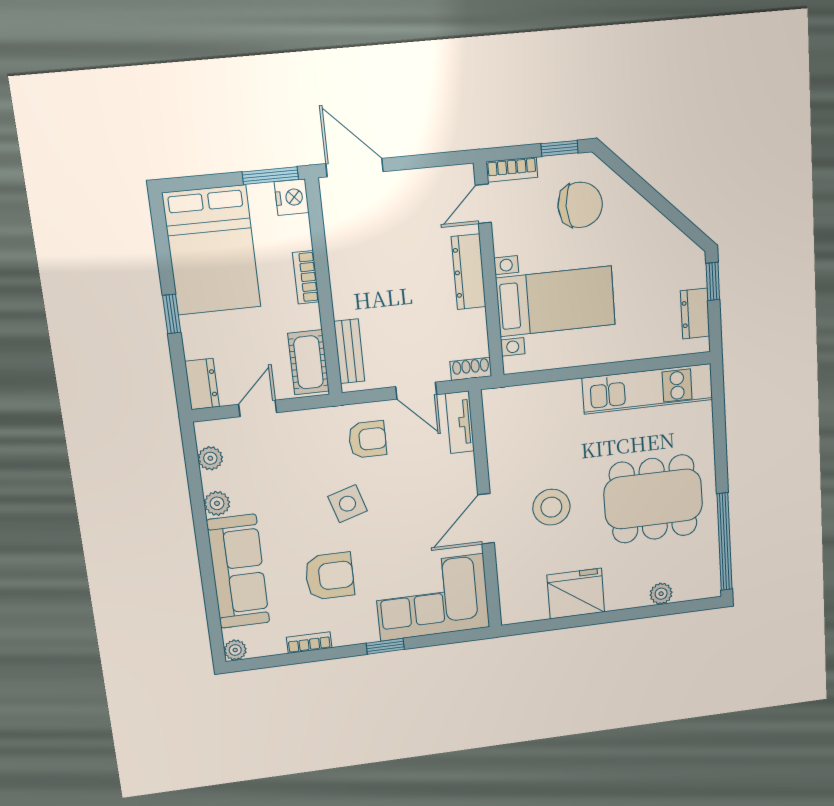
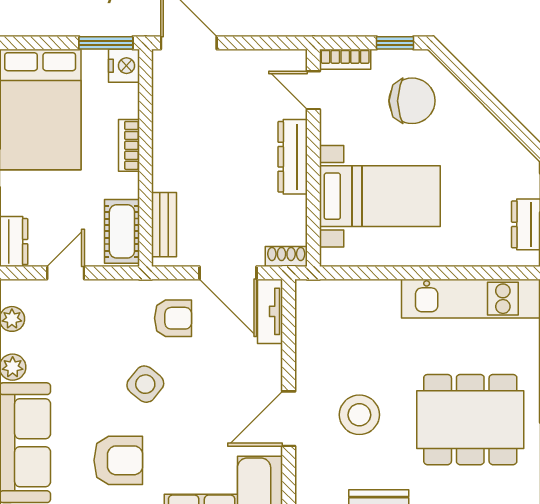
door: (483, 204) -> (313, 90), hinge flipped
door: (416, 391) -> (228, 273), width x1.38
side table: (348, 504) -> (145, 384), turned -34

